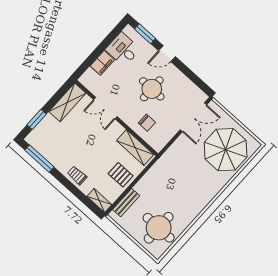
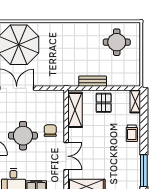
chair: (147, 123) -> (50, 131), moved
bench: (126, 203) -> (93, 81), moved
round table: (159, 228) -> (117, 42), width x0.73, depth x0.73

